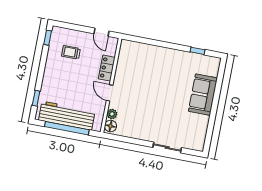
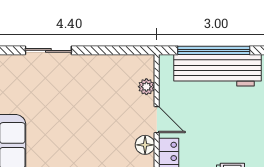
floor lamp: (110, 126) -> (145, 145), moved

